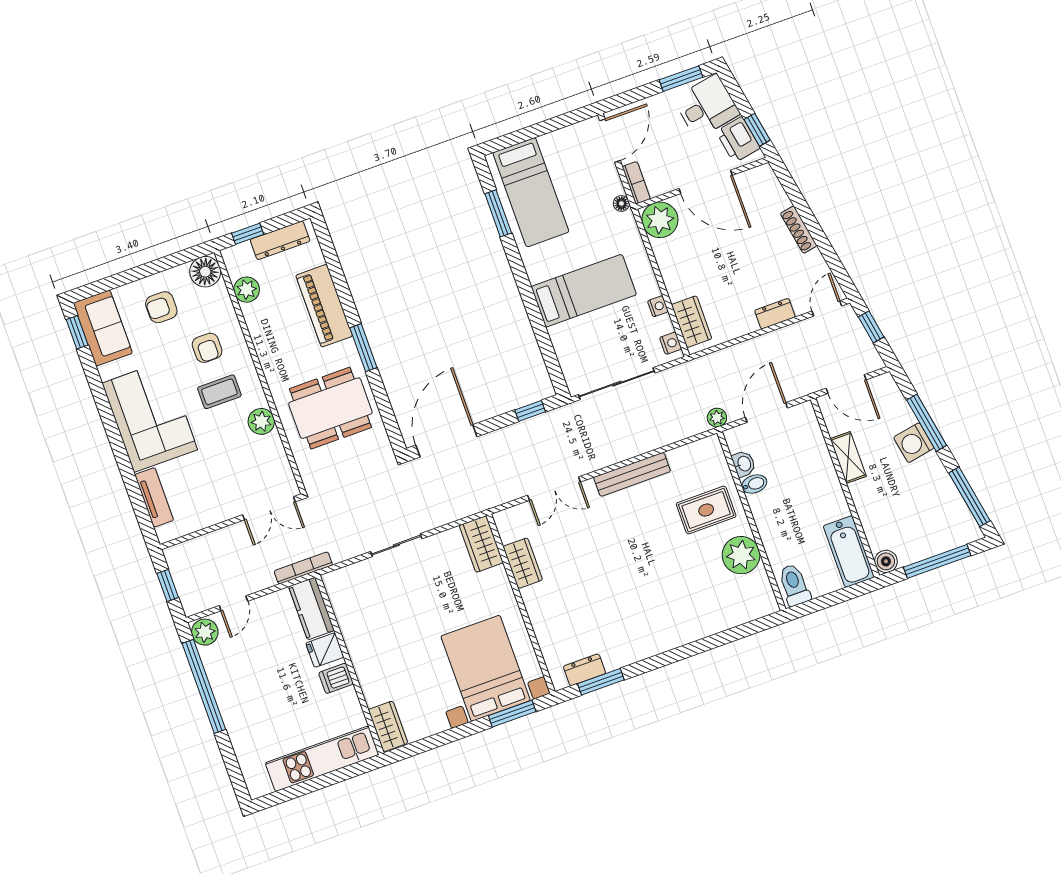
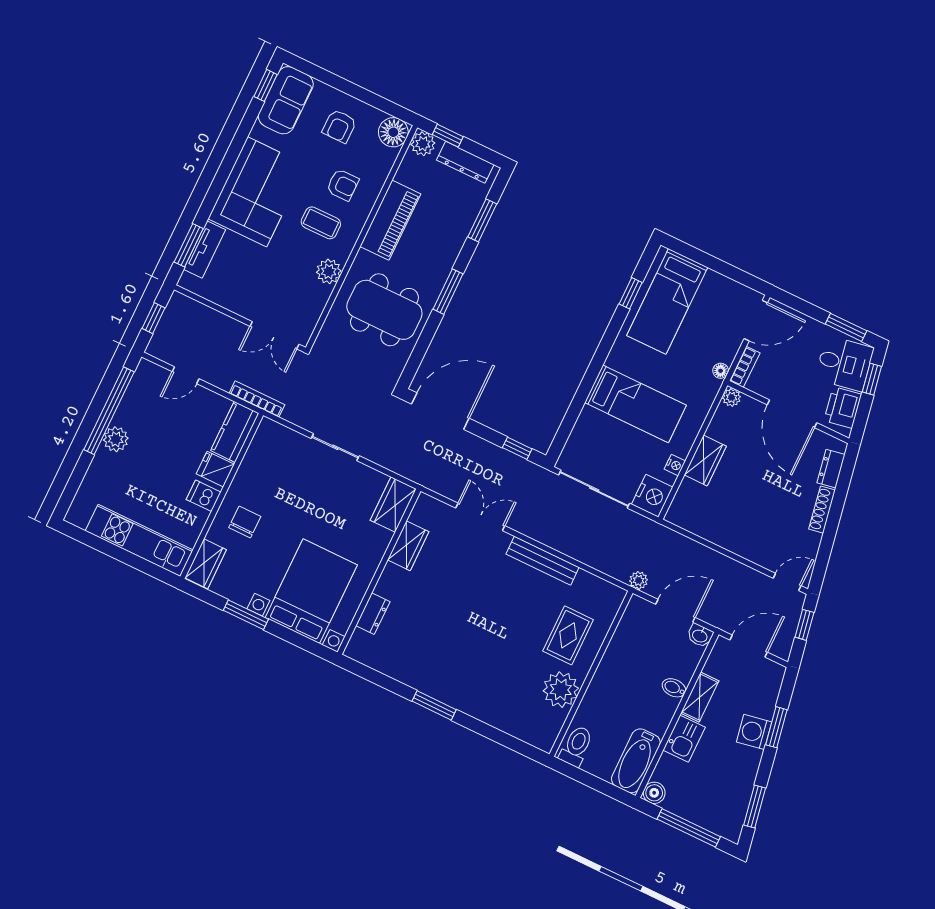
window: (757, 130) -> (872, 379), moved
window: (498, 213) -> (631, 293), width x0.67
plant: (660, 220) -> (732, 397), width x0.53, depth x0.53
window: (336, 270) -> (482, 220), added
plant: (247, 290) -> (423, 144), moved
piano: (324, 306) -> (390, 220), moved, turned 180
armchair: (161, 307) -> (339, 126), turned -90
dresser: (775, 314) -> (831, 469), moved, turned -100
wardrobe: (692, 322) -> (705, 461), moved
nightstand: (671, 343) -> (652, 496), width x1.89, depth x1.79
armchair: (207, 348) -> (343, 185), turned -90
door: (846, 384) -> (749, 646), swing flipped
window: (927, 423) -> (776, 727), width x0.69
washbasin: (744, 464) -> (700, 636), moved, turned 90
bidet: (754, 484) -> (674, 688), moved, turned 180
double door: (554, 489) -> (480, 517), swing flipped
window: (969, 497) -> (755, 806), width x0.69
kitchen sink: (868, 500) -> (684, 739), added
window: (139, 506) -> (189, 245), added
rug: (706, 510) -> (568, 635), turned 90
plant: (205, 632) -> (116, 439), moved
chair: (386, 667) -> (245, 522), added
dresser: (584, 670) -> (373, 614), moved, turned 90
window: (601, 682) -> (434, 705), moved
window: (512, 714) -> (246, 615), moved

